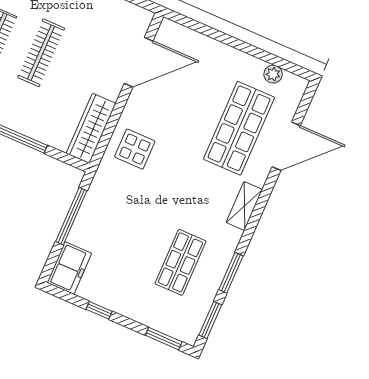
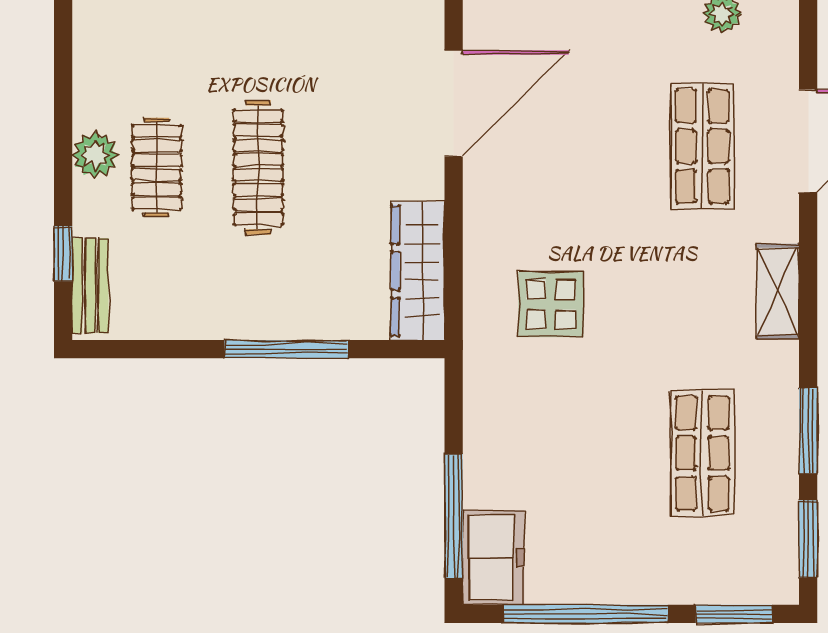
shop shelf: (239, 128) -> (702, 146), width x0.70, depth x0.74
display table: (135, 149) -> (551, 304), moved
window: (71, 216) -> (454, 516), moved
window: (99, 310) -> (586, 614), width x3.17

